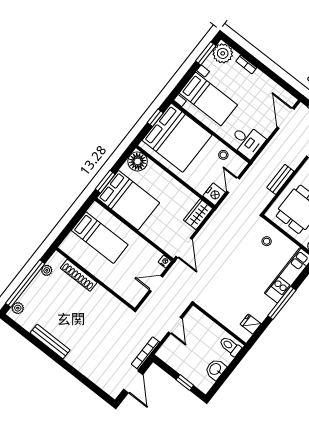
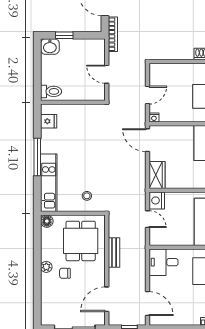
stool: (223, 155) -> (174, 237), removed
washbasin: (215, 369) -> (50, 47), moved, turned 90

